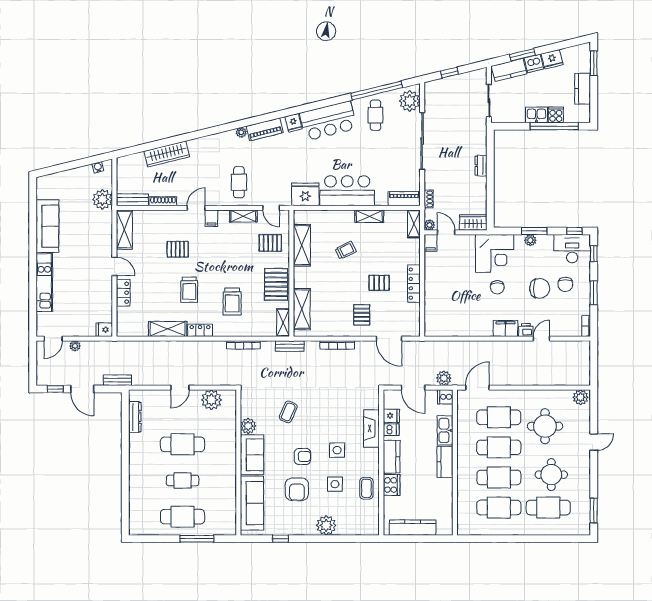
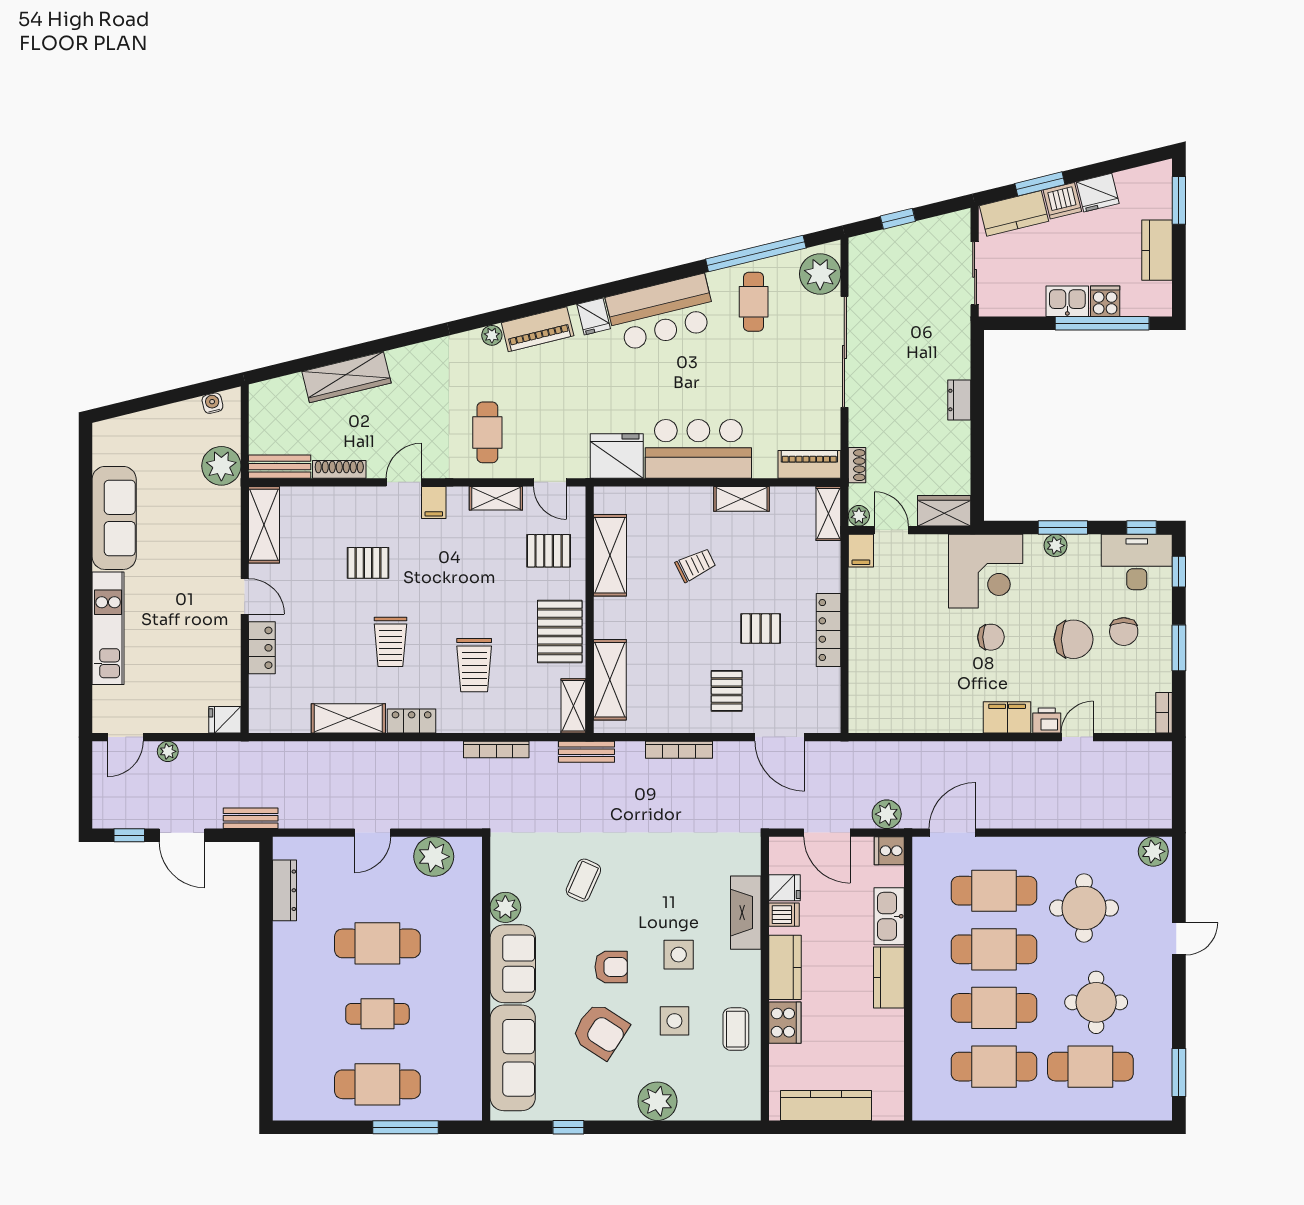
chair: (497, 287) -> (991, 637), turned -90
armchair: (297, 489) -> (600, 1031), turned -57

